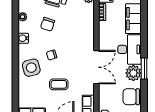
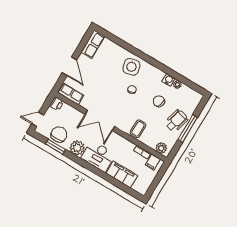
water cooler: (23, 38) -> (169, 80), moved
window: (144, 68) -> (56, 147), moved
coffee table: (59, 84) -> (138, 129), moved

